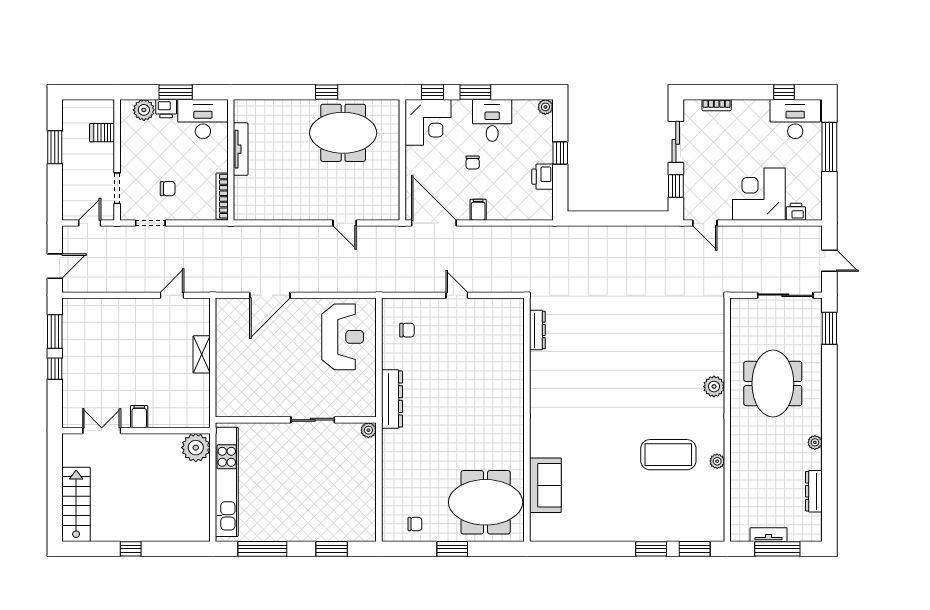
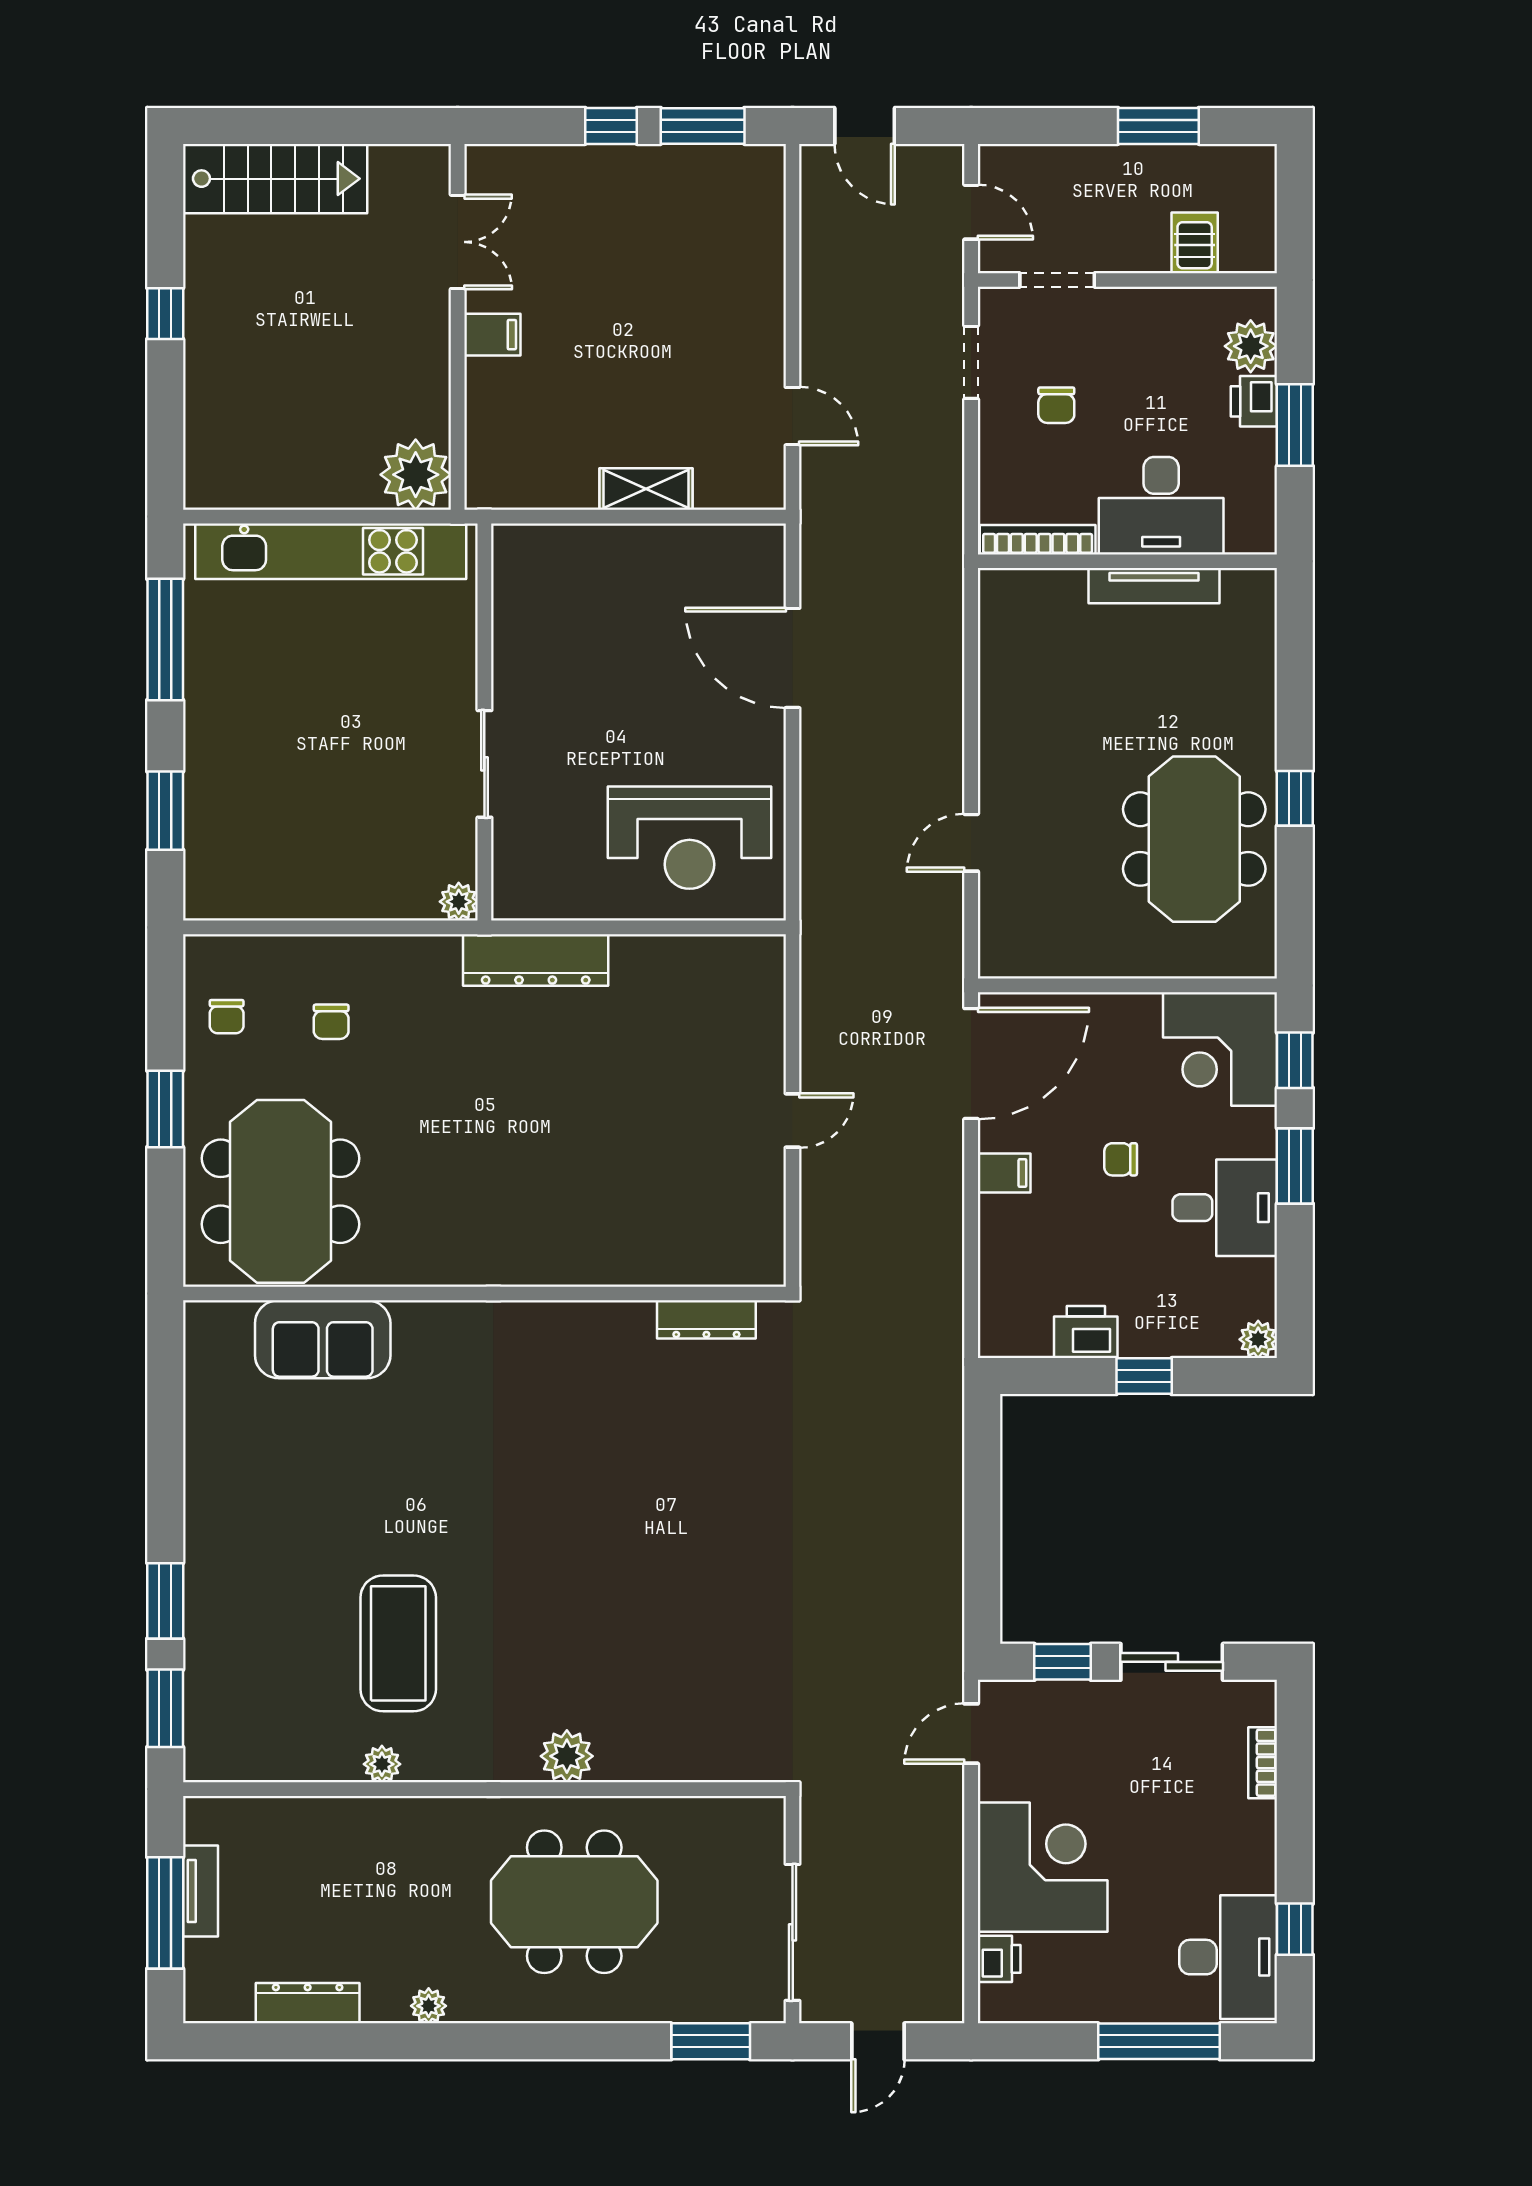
desk: (203, 119) -> (1161, 506), moved, turned 90
chair: (407, 330) -> (331, 1022), moved

